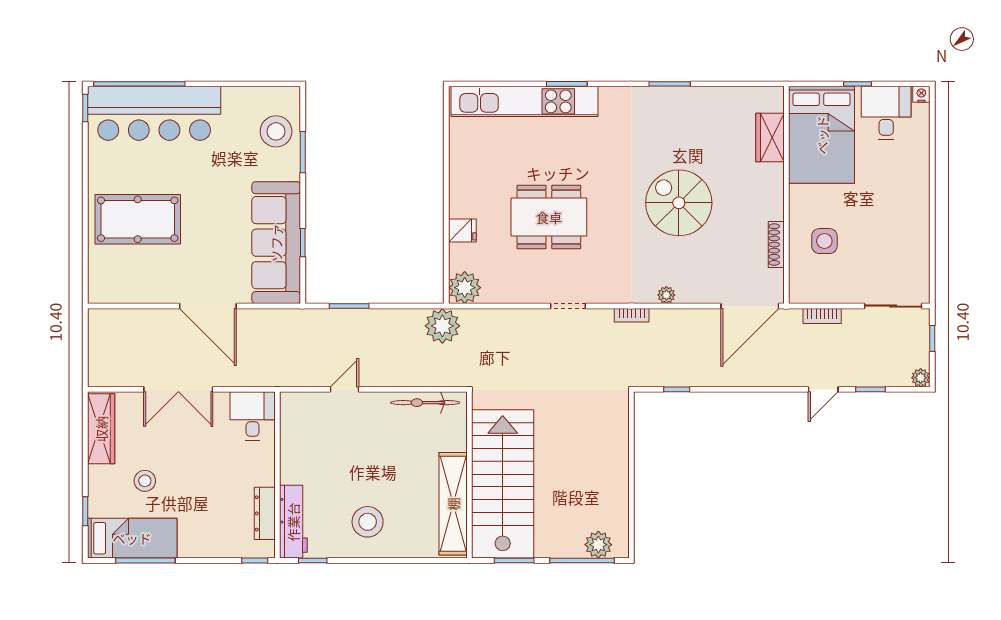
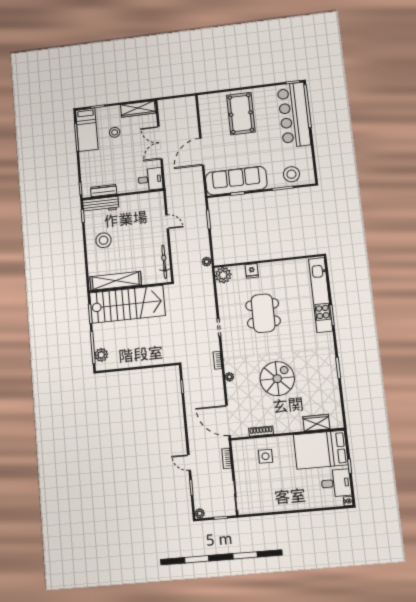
plant: (442, 326) -> (207, 262), width x0.53, depth x0.53

